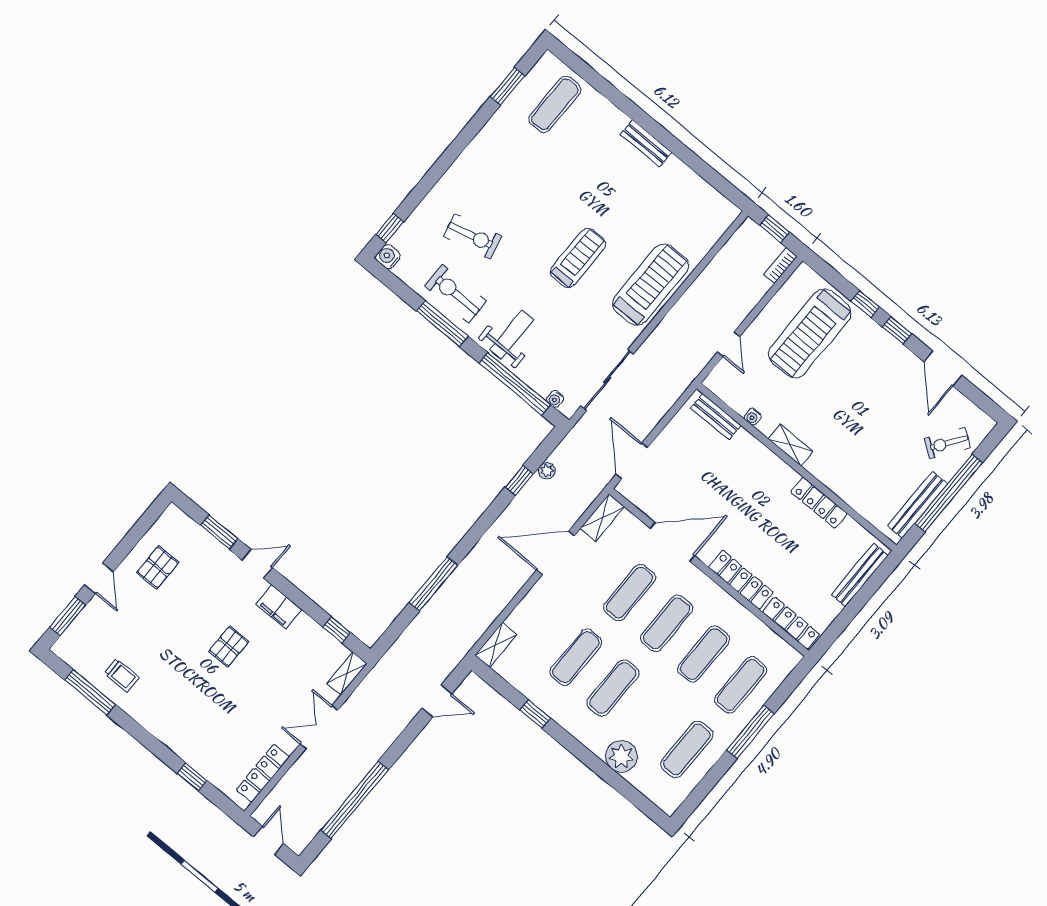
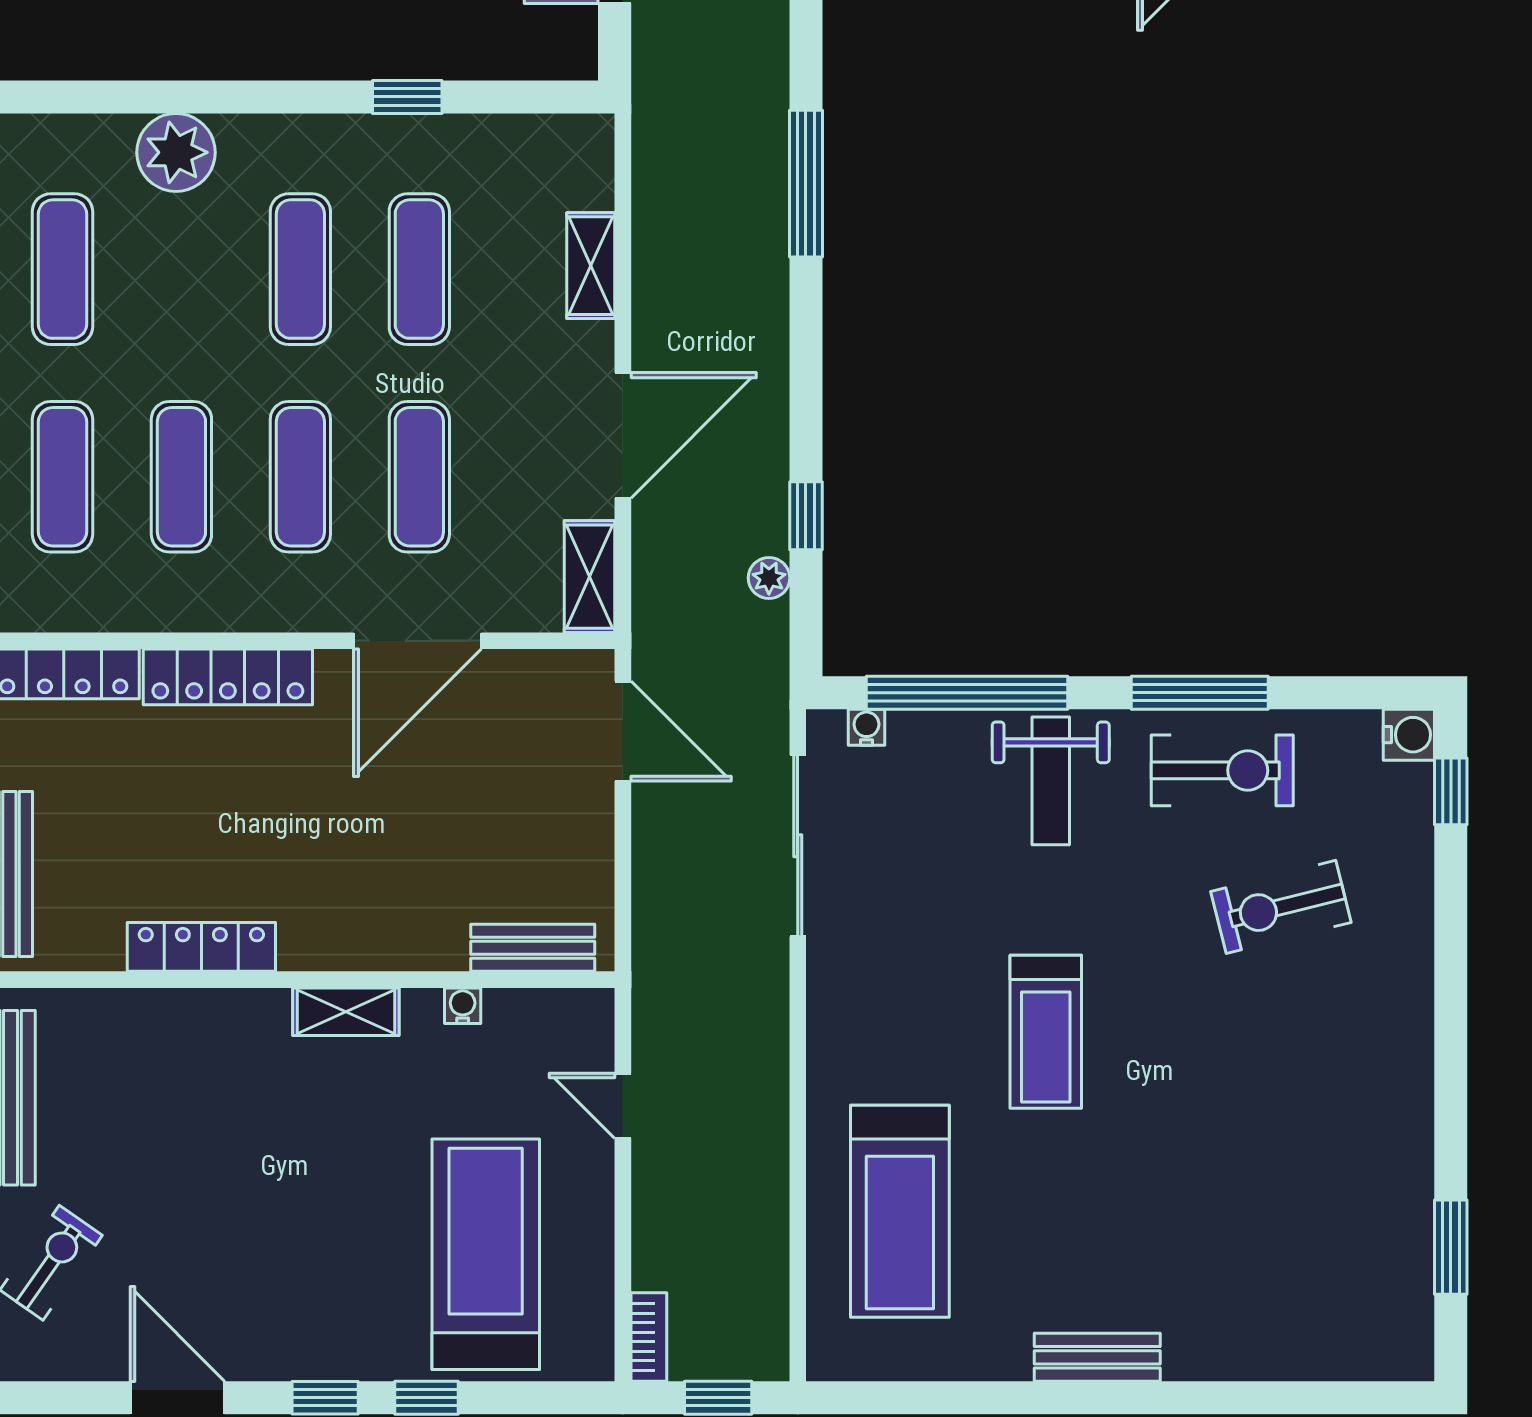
exercise mat: (555, 104) -> (1332, 1287), removed
treadmill: (651, 285) -> (900, 1211), moved
shelving: (496, 645) -> (591, 266), moved

